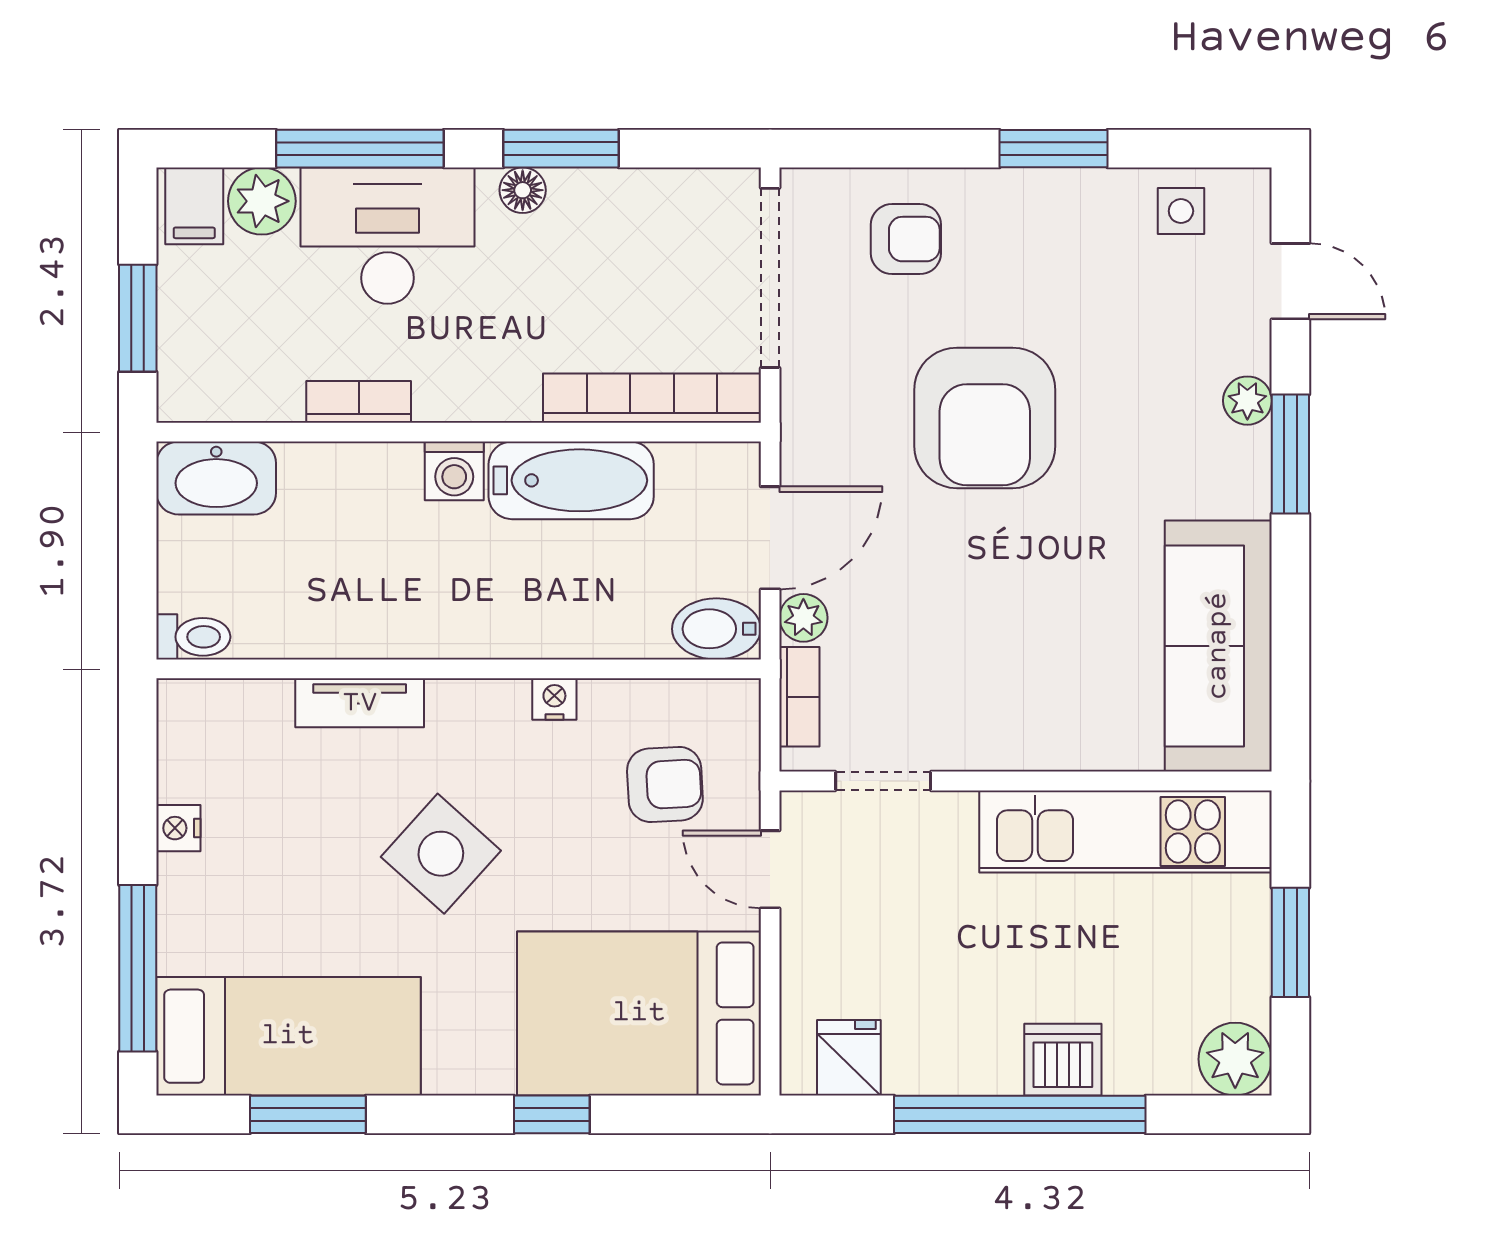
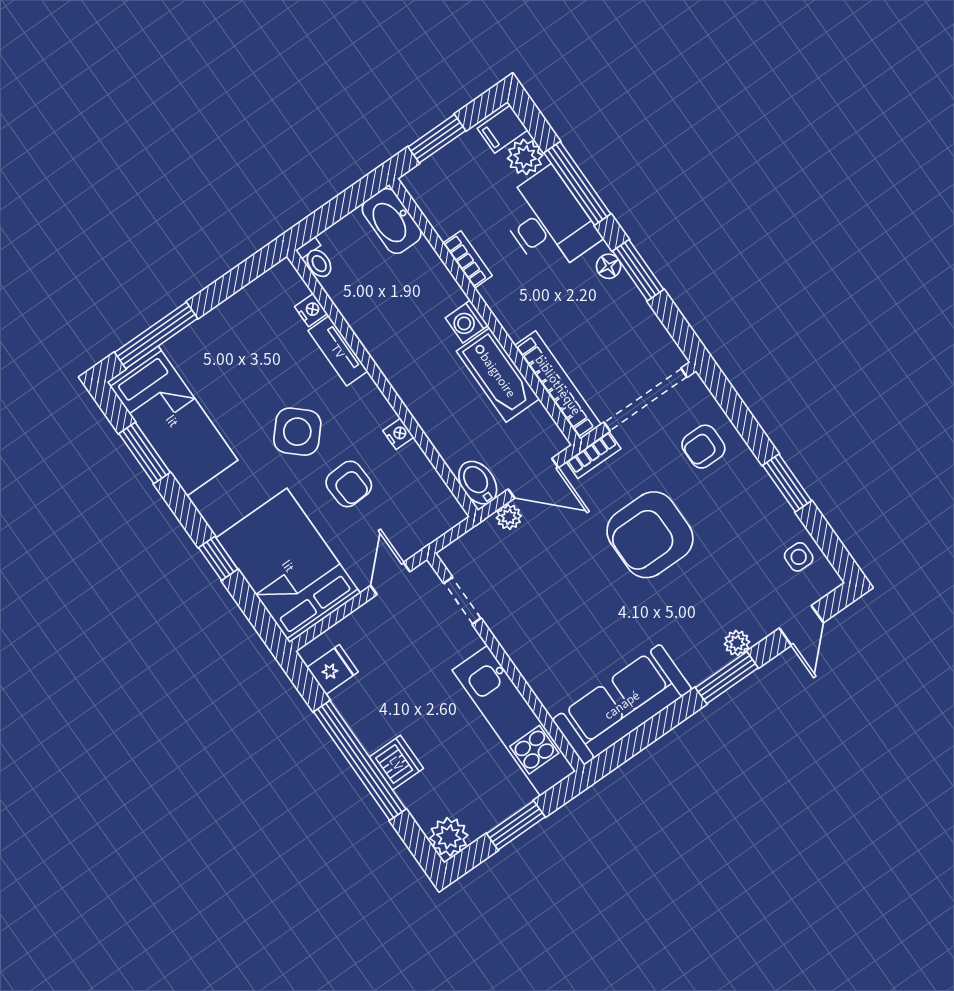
armchair: (906, 239) -> (703, 447), turned 90
bookcase: (799, 697) -> (593, 455), moved
armchair: (665, 784) -> (349, 484), moved
nightstand: (178, 828) -> (311, 310), moved, turned 90

